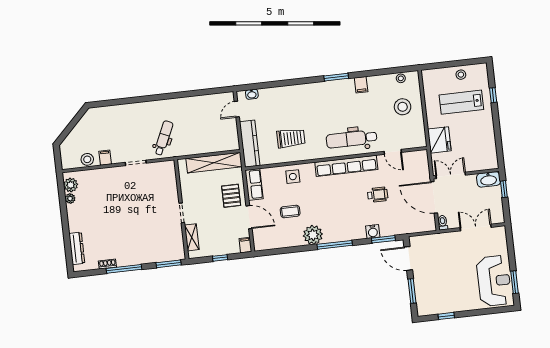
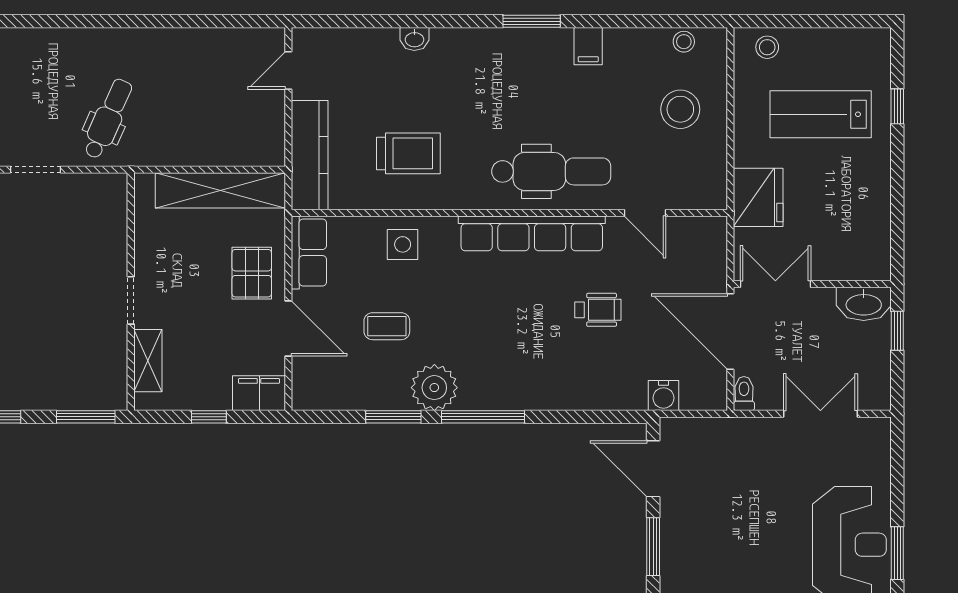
stool: (461, 75) -> (767, 47), moved
washbasin: (252, 94) -> (414, 39), moved
dental chair: (352, 139) -> (551, 171), turned 180
water cooler: (373, 231) -> (664, 396), moved
window: (383, 239) -> (393, 417), moved
filing cabinet: (245, 245) -> (259, 393), width x2.00

